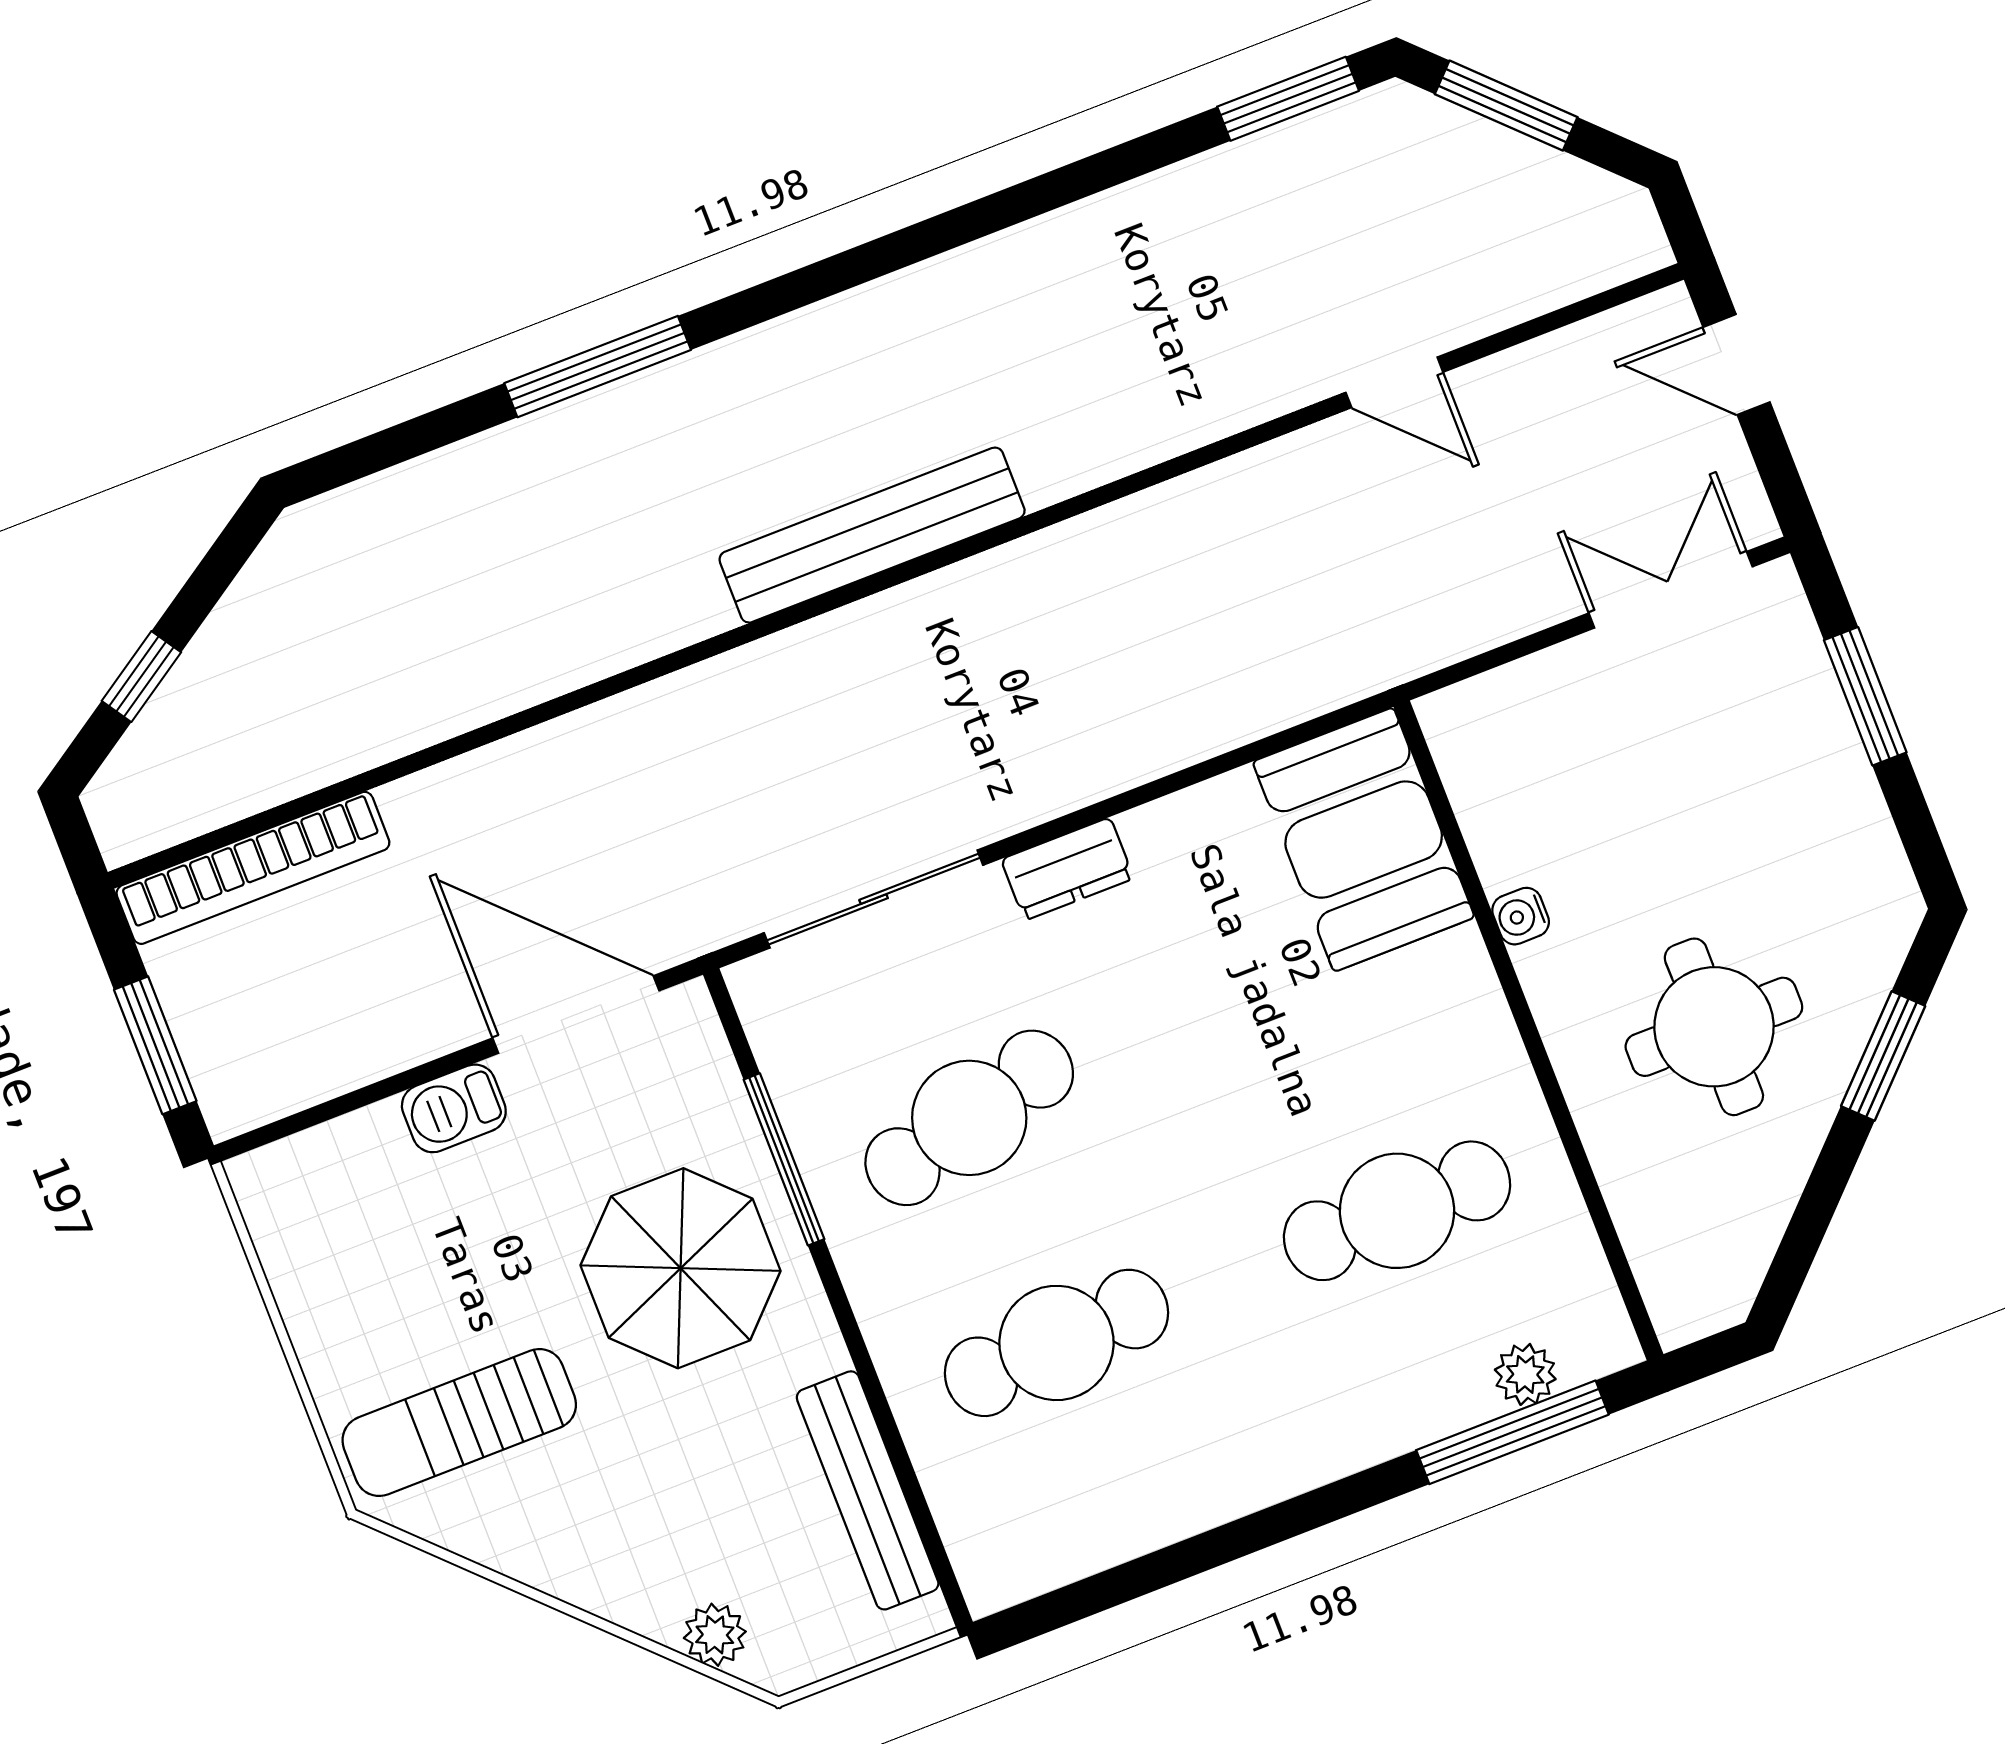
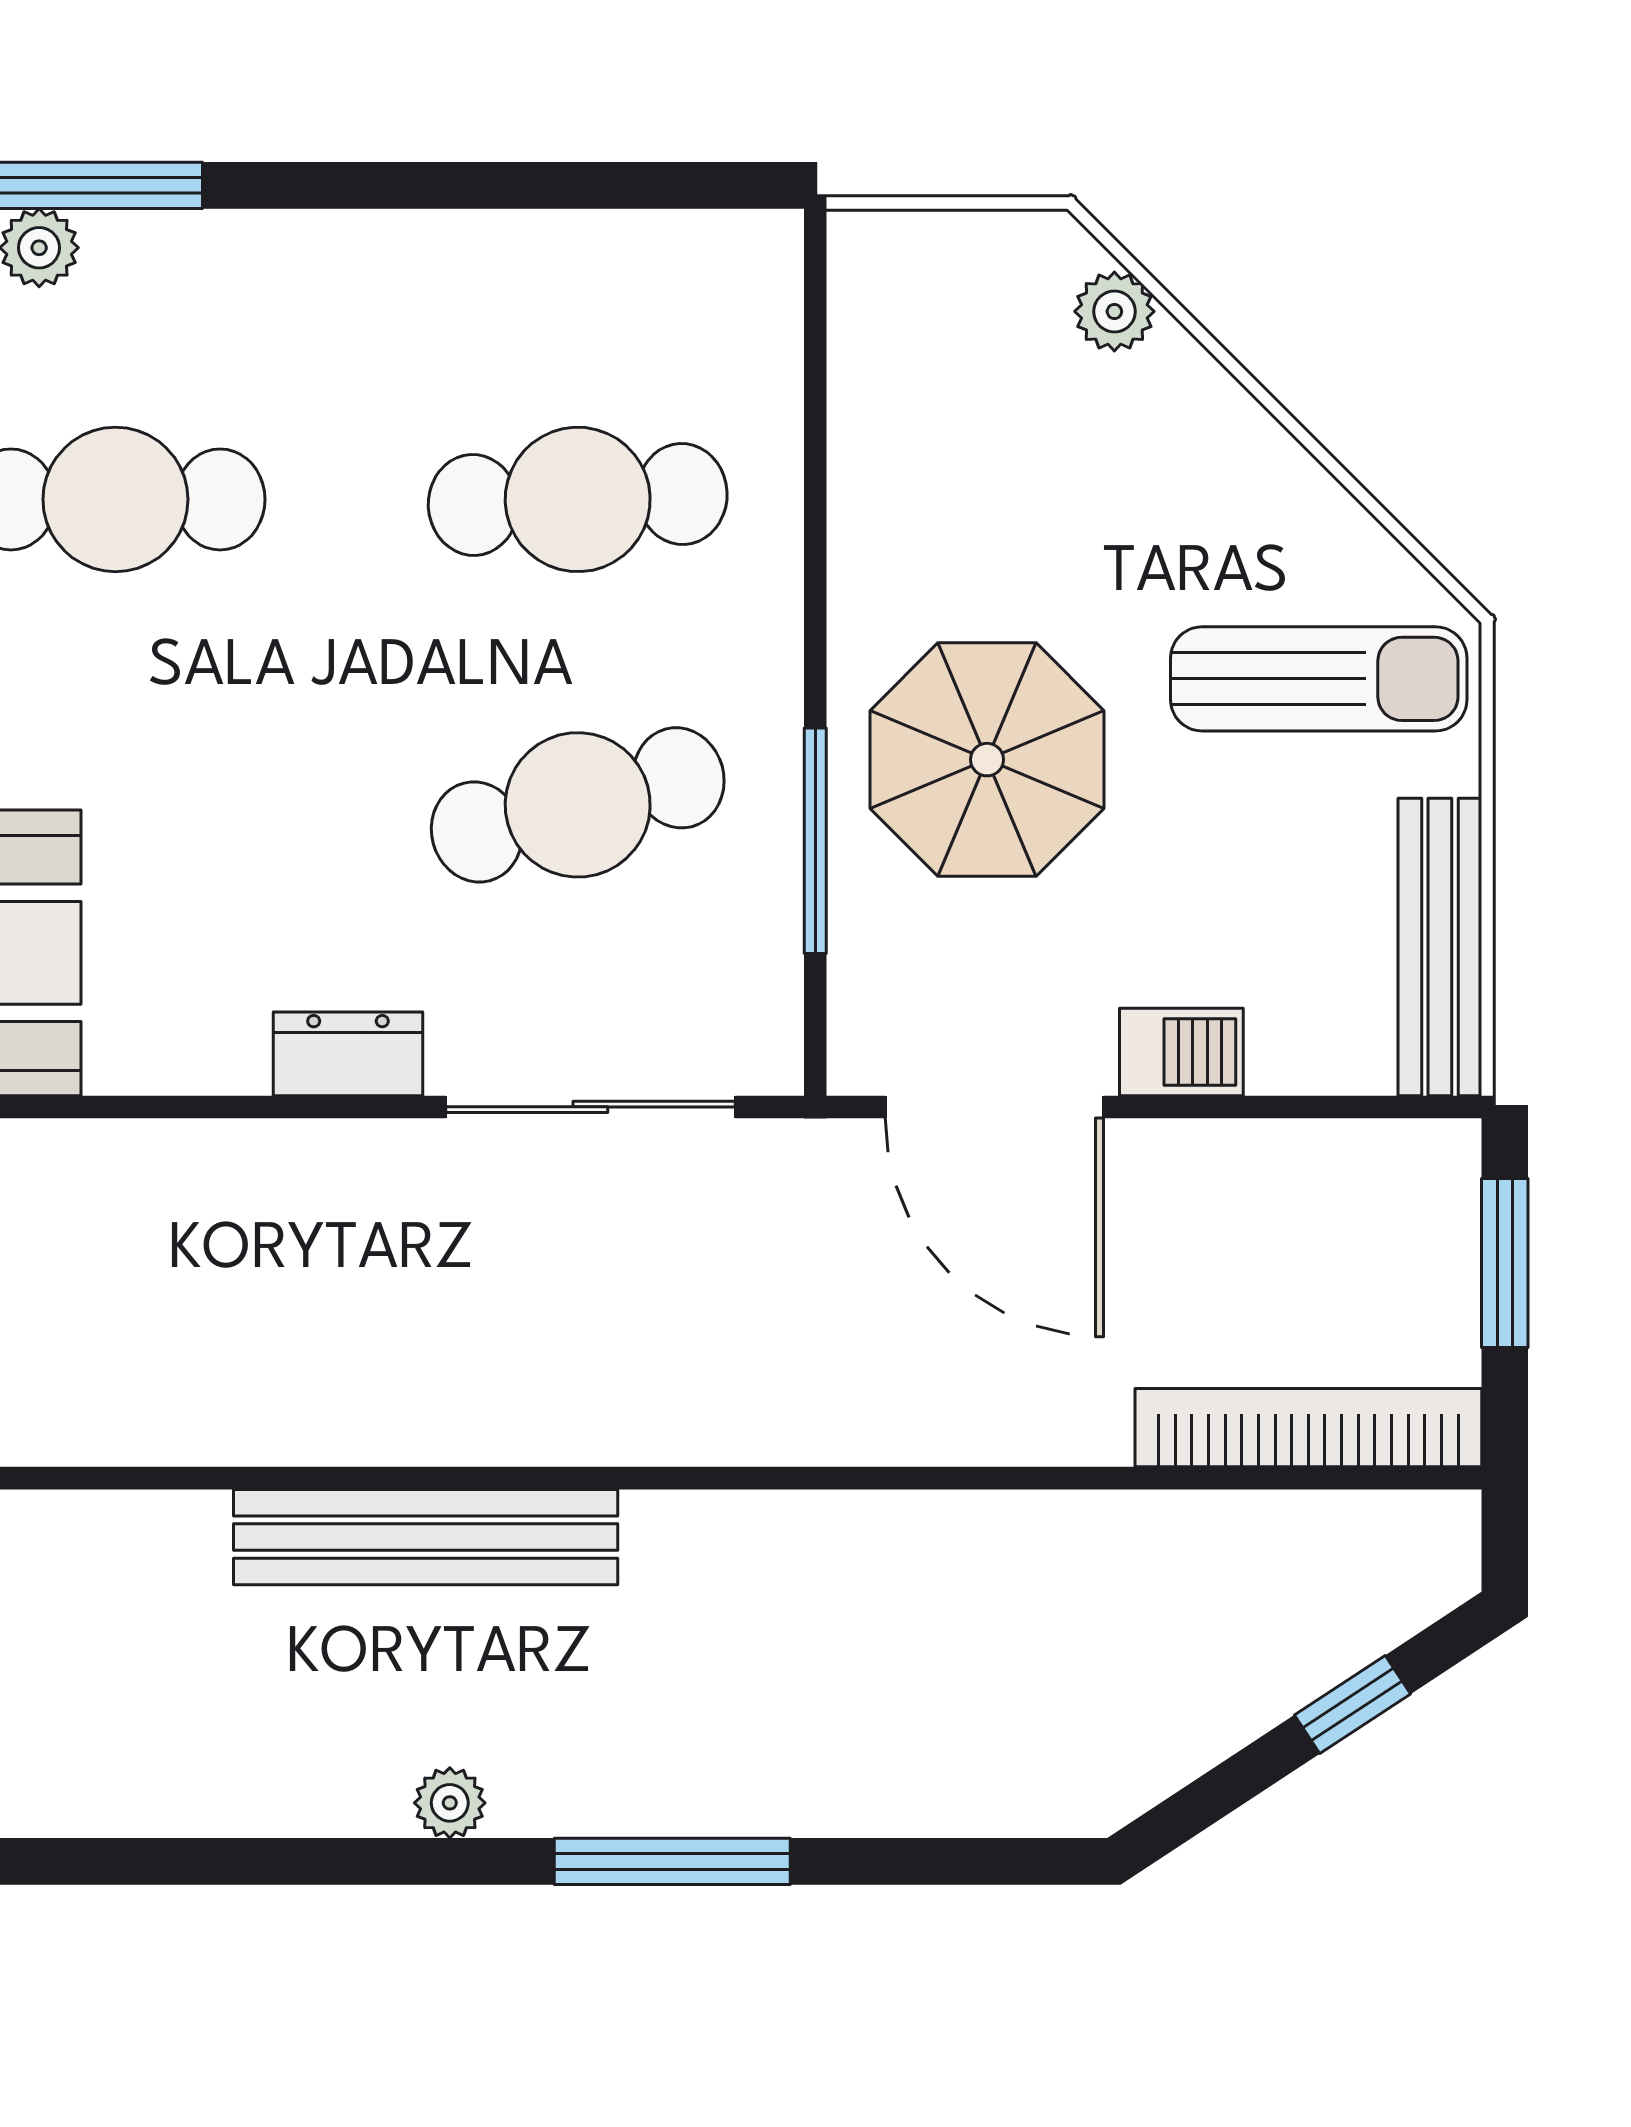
plant: (778, 346) -> (450, 1803), added
bench: (868, 1490) -> (1440, 947), moved

